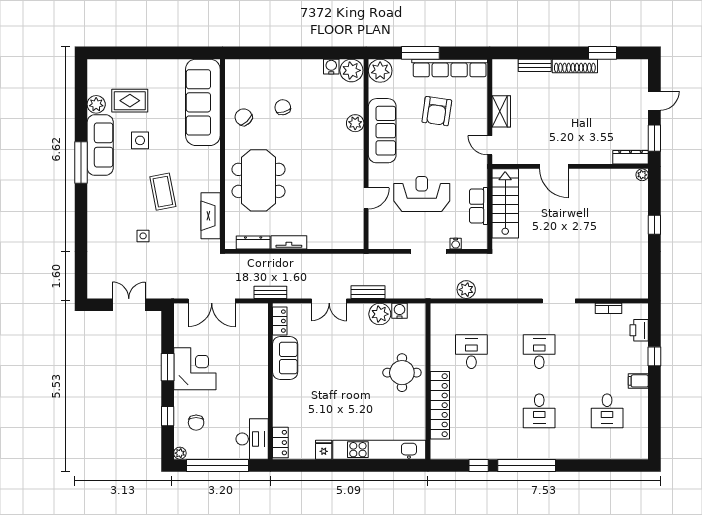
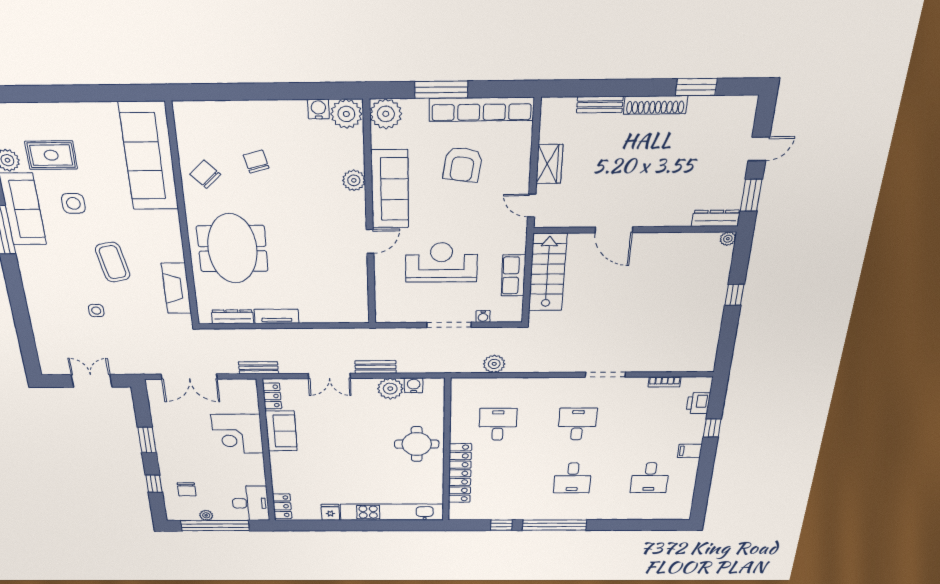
door: (366, 198) -> (370, 241), moved
corner desk: (195, 369) -> (237, 434), moved, turned 180
plant: (180, 453) -> (206, 515), moved

